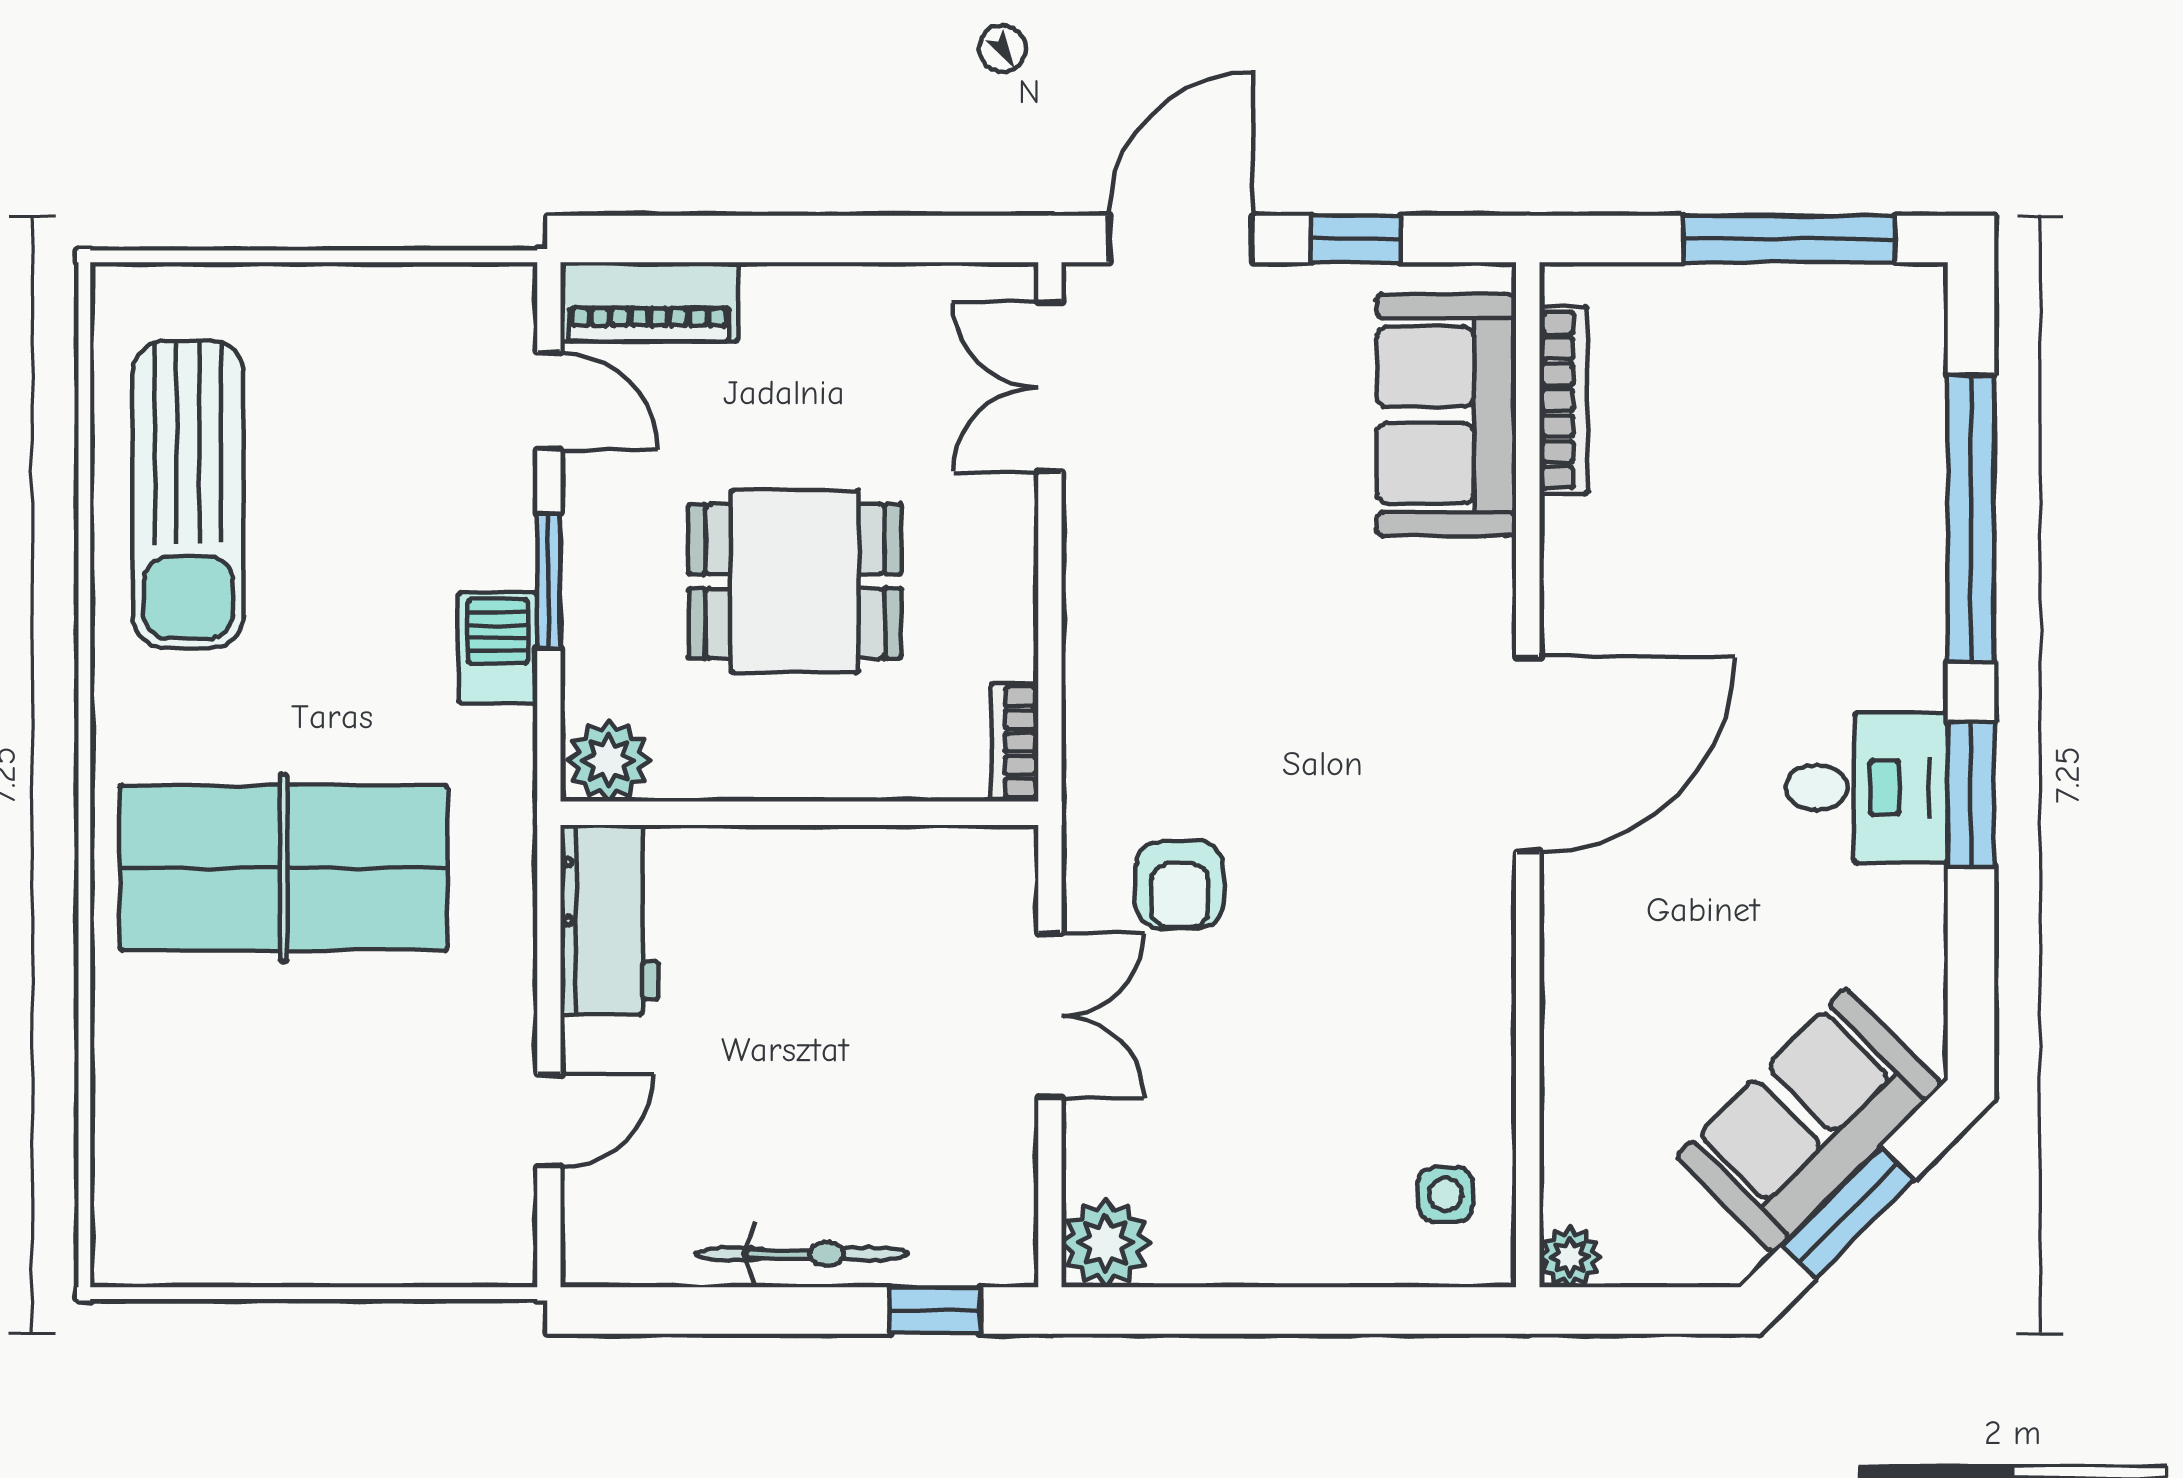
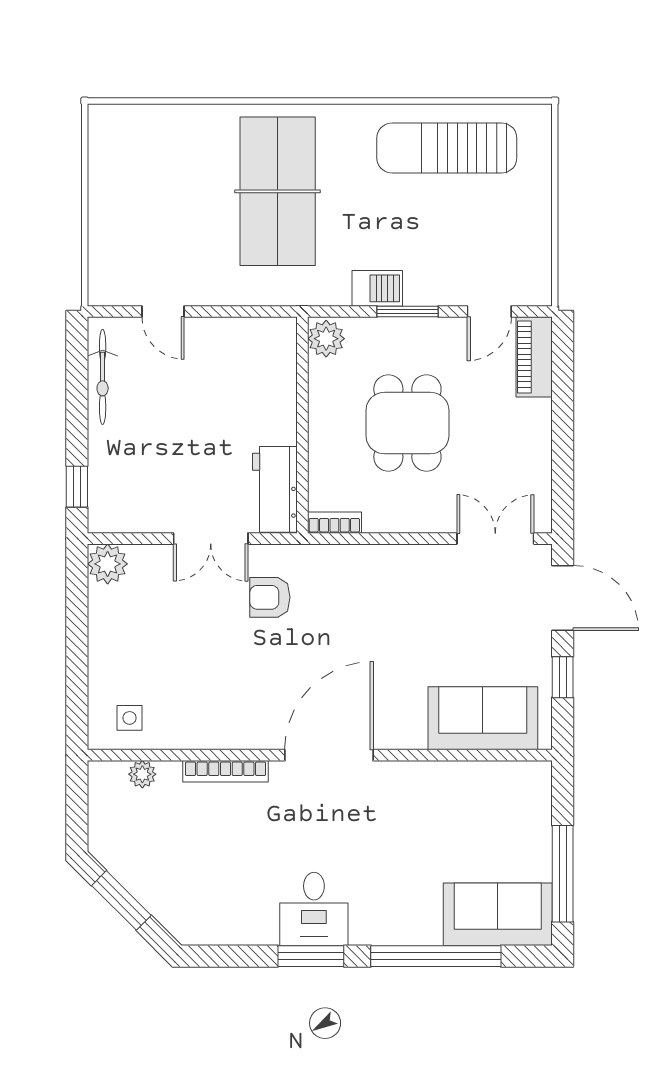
bookcase: (1563, 400) -> (226, 771), moved
door: (1528, 754) -> (329, 755), swing flipped
workbench: (609, 920) -> (275, 489), moved, turned 90
sofa: (1809, 1121) -> (498, 914), moved, turned -45
bicycle: (801, 1254) -> (103, 377), moved
plant: (1570, 1257) -> (142, 774), moved

